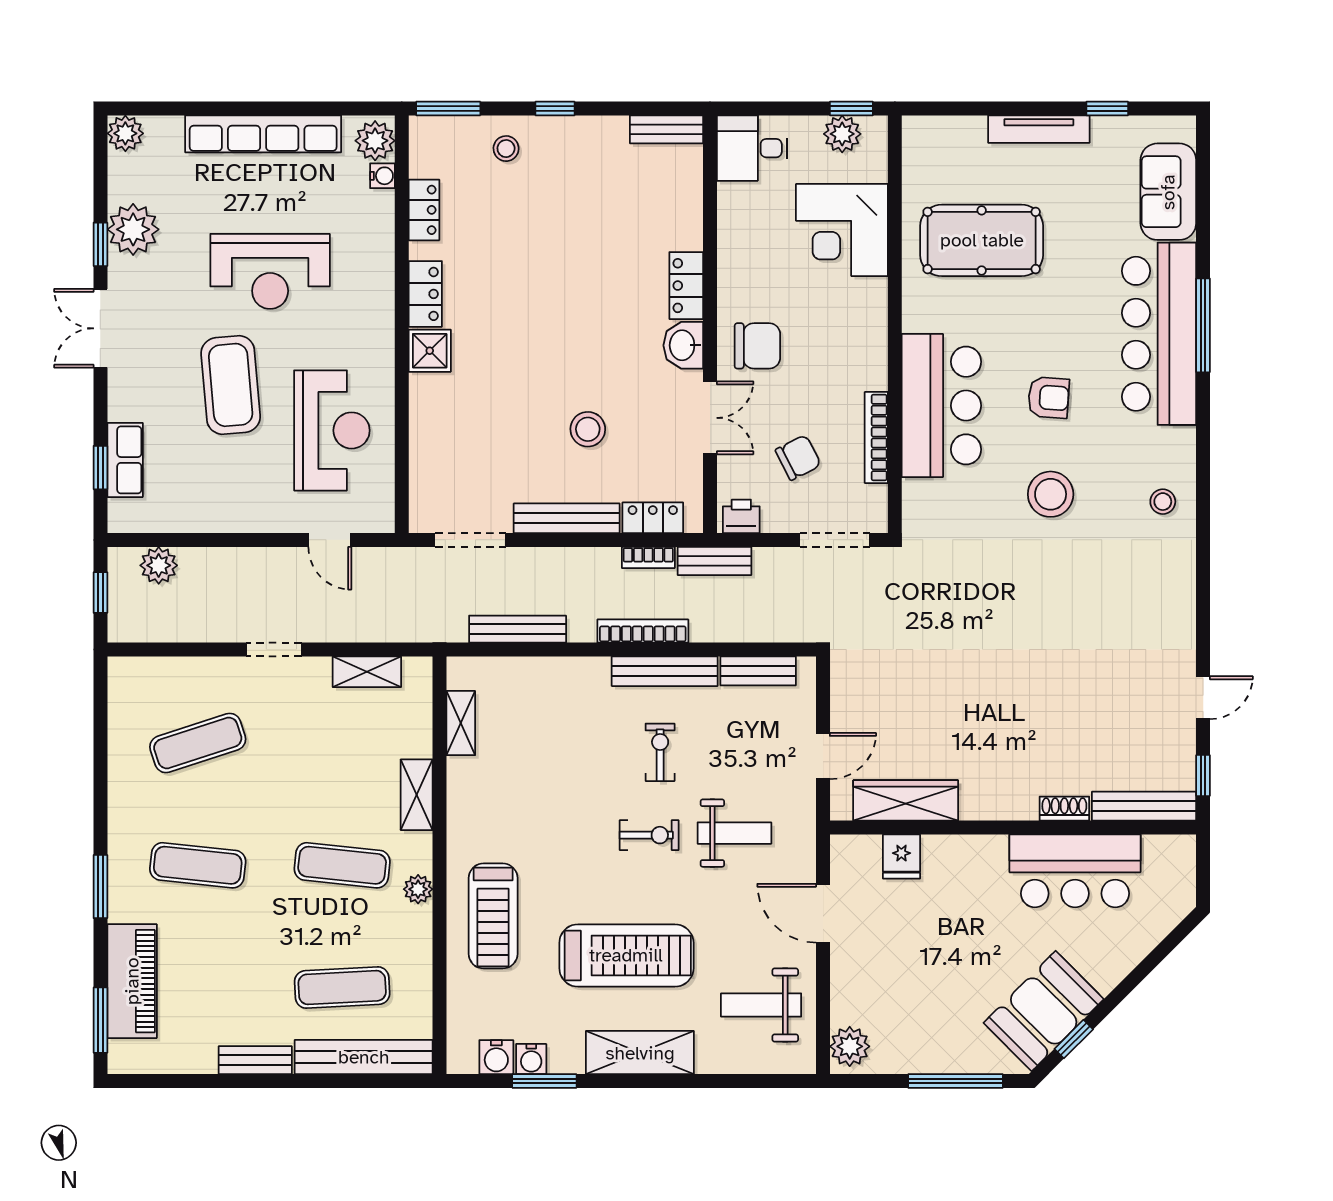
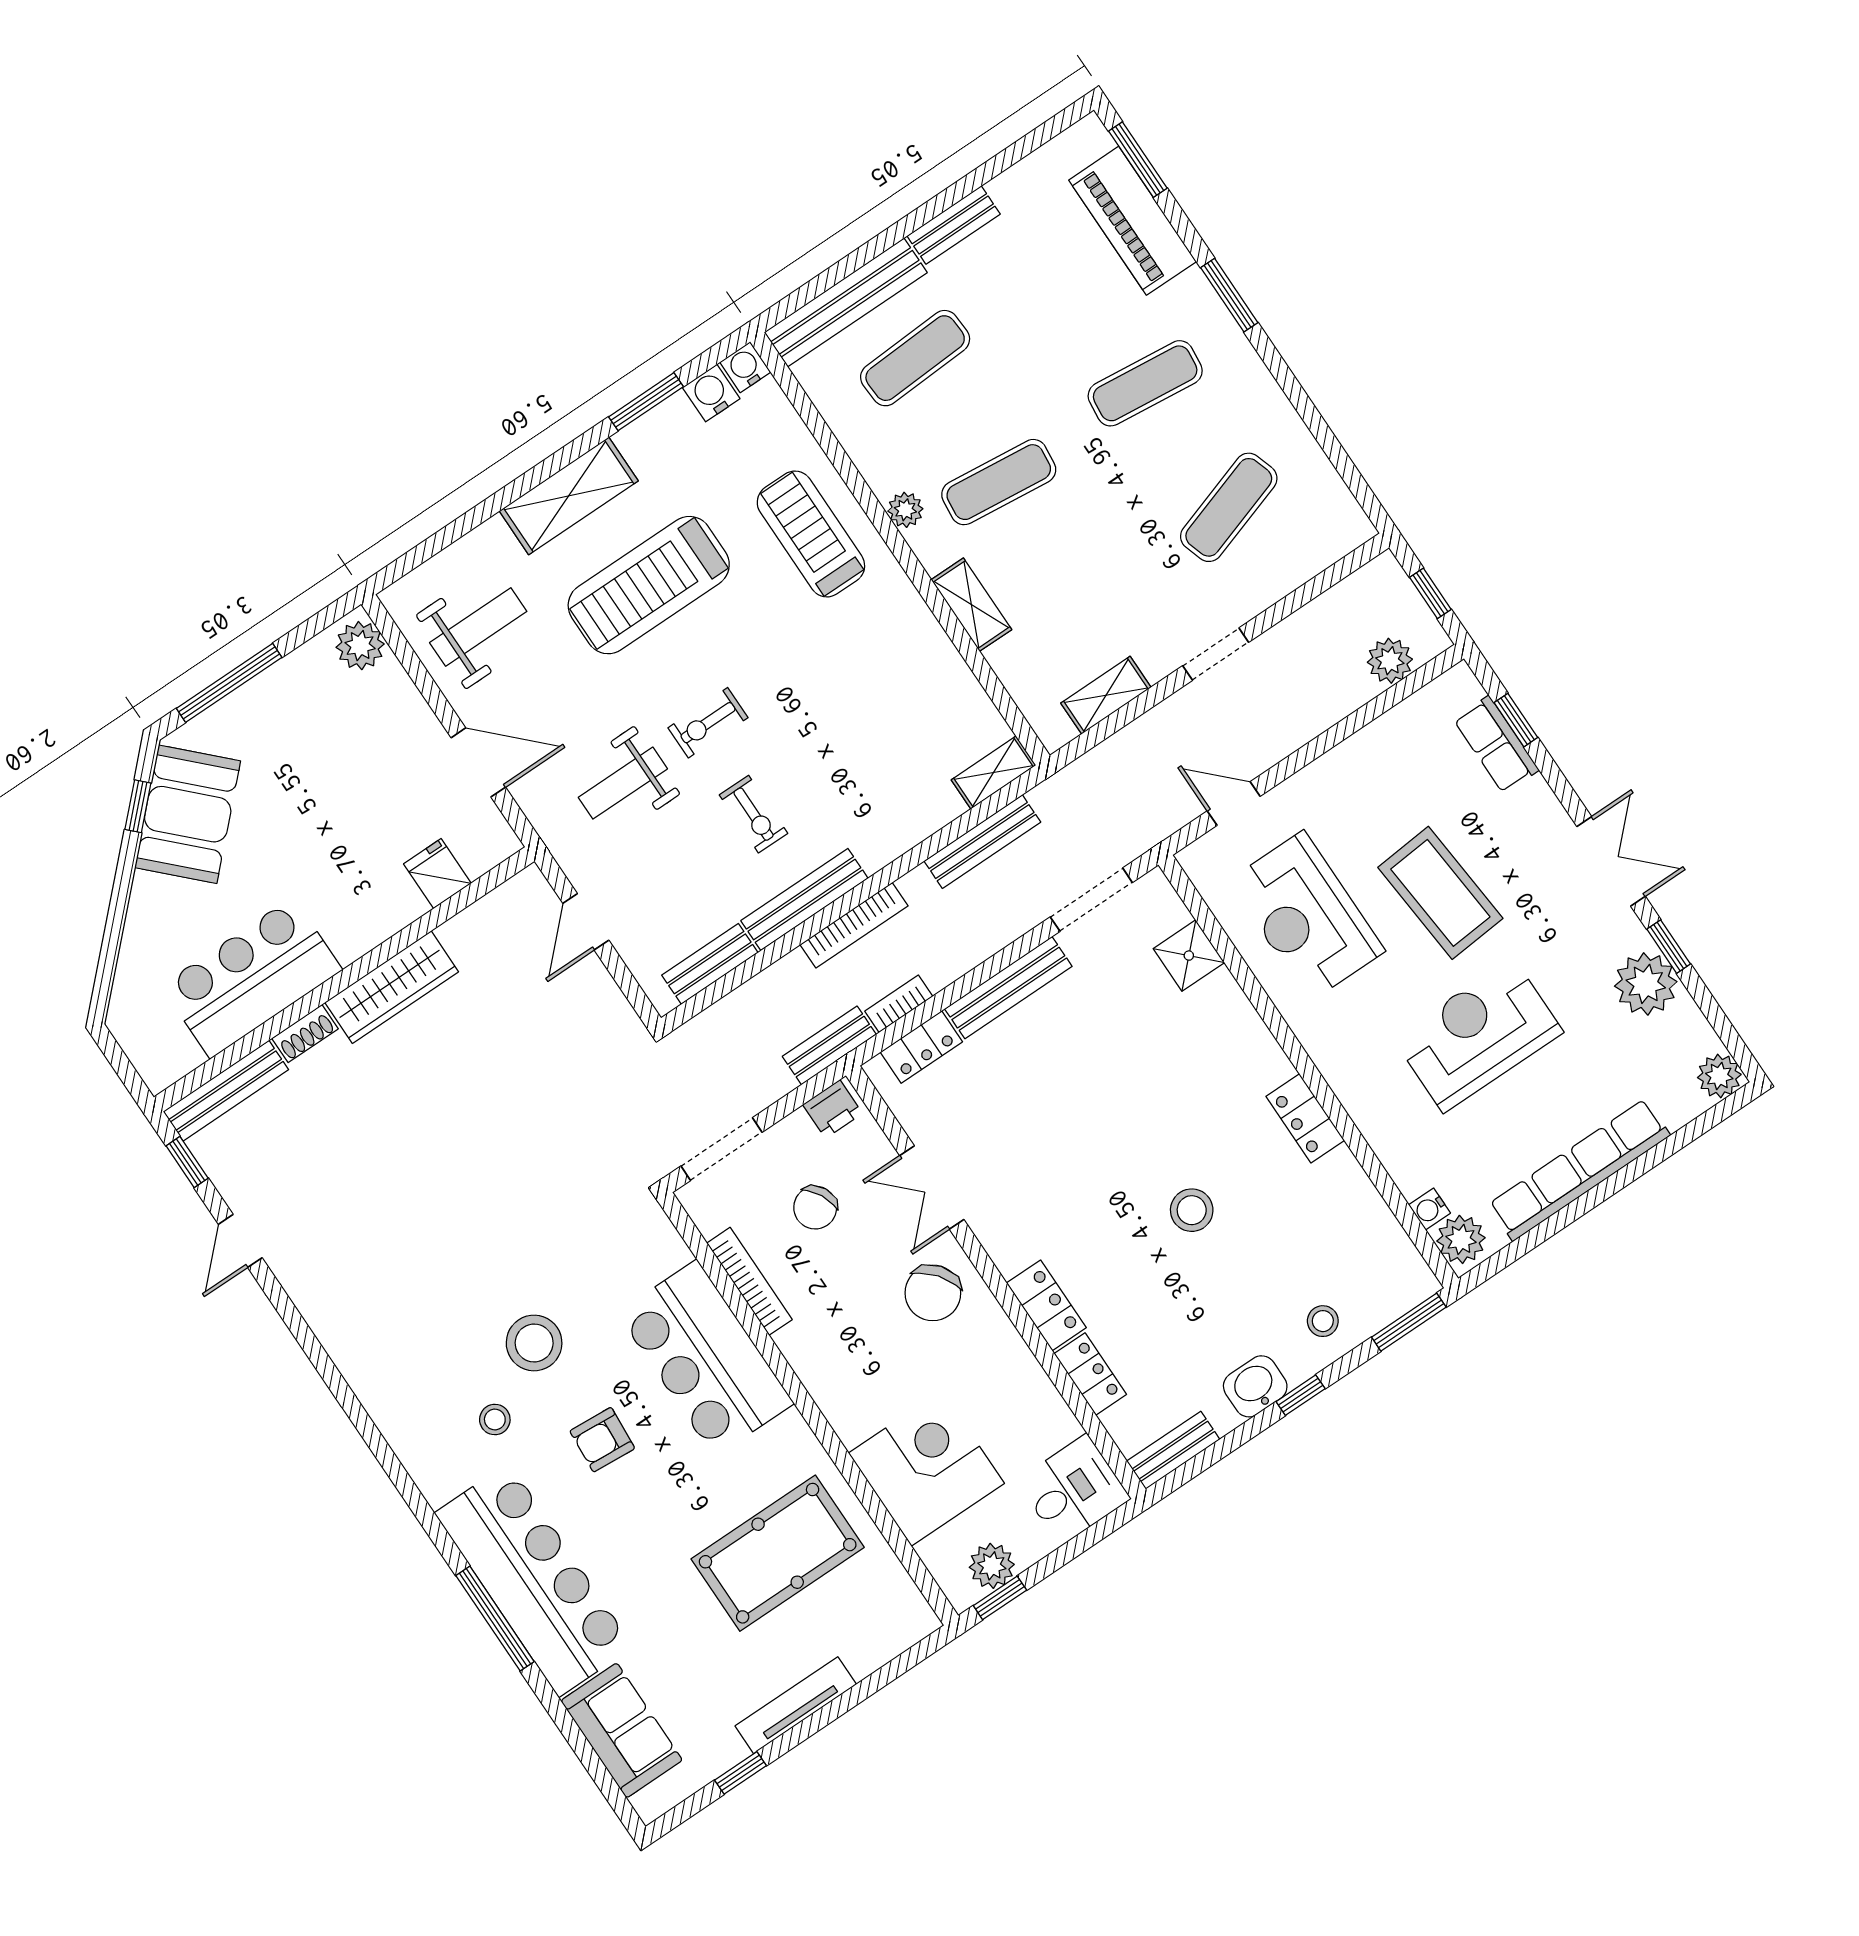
locker: (424, 210) -> (1090, 1374), moved, turned 180
washbasin: (683, 345) -> (1255, 1386), moved, turned -90
chair: (757, 346) -> (933, 1293), turned -38
shower: (430, 351) -> (1189, 956), moved
stool: (588, 429) -> (1192, 1210), moved
stool: (1163, 502) -> (495, 1420), moved
shelving: (461, 723) -> (994, 772), moved, turned 90
wardrobe: (906, 800) -> (392, 987), moved
water cooler: (531, 1059) -> (745, 367), moved

